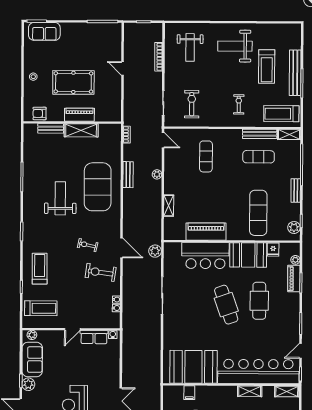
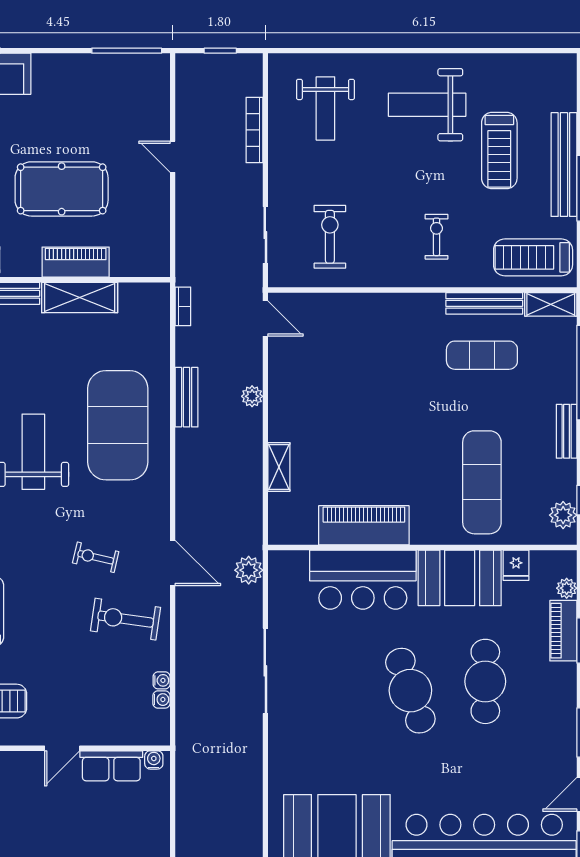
exercise mat: (206, 156) -> (363, 355), removed

